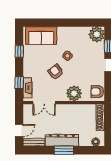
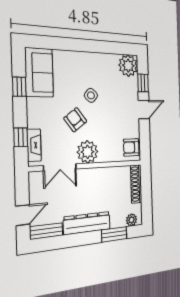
sofa: (41, 36) -> (39, 72), moved, turned -90
plant: (74, 93) -> (88, 152), moved
window: (64, 150) -> (114, 234), moved

